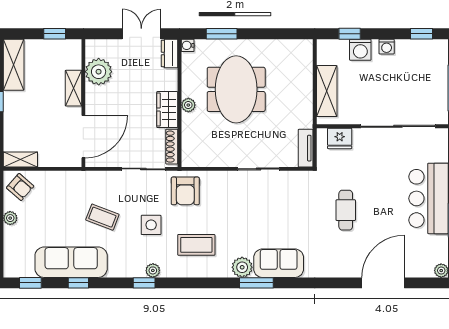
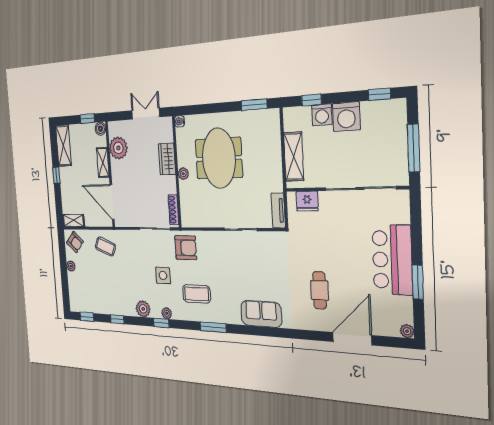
window: (222, 34) -> (254, 105), moved
boiler: (74, 47) -> (100, 129), added
washing machine: (387, 47) -> (346, 117), width x1.89, depth x1.89
dresser: (170, 54) -> (167, 129), removed
wardrobe: (167, 110) -> (167, 159), moved
door: (83, 137) -> (112, 202), swing flipped
armchair: (185, 191) -> (186, 248), turned -90
cafe table: (346, 210) -> (320, 290), moved
coffee table: (102, 217) -> (105, 246), moved
sofa: (71, 262) -> (111, 303), removed
plant: (242, 267) -> (143, 309), moved
window: (256, 283) -> (213, 327), moved

